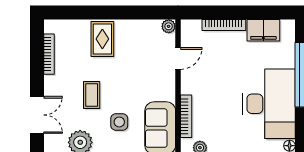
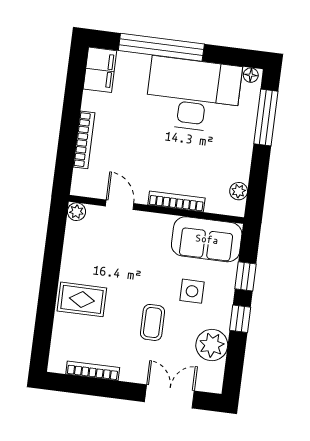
filing cabinet: (263, 30) -> (100, 70), moved
coffee table: (92, 95) -> (153, 322), turned 90
bookcase: (186, 116) -> (176, 201), moved

